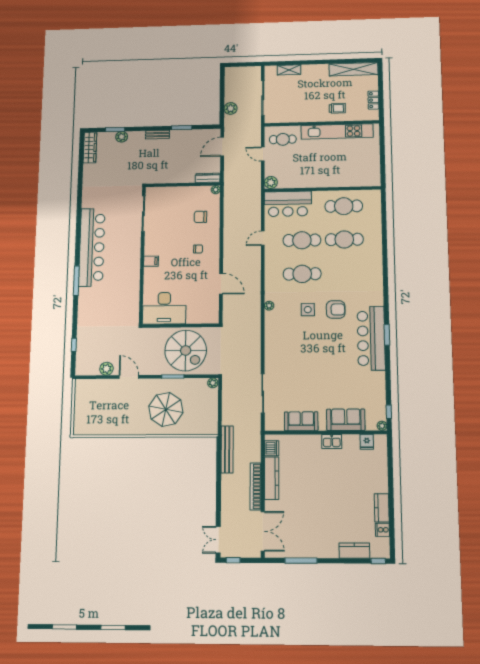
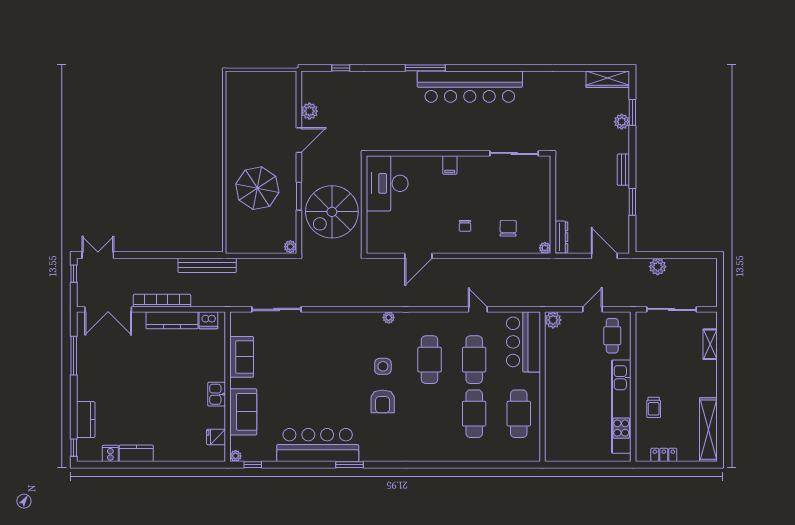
bar counter: (371, 338) -> (318, 445), moved

